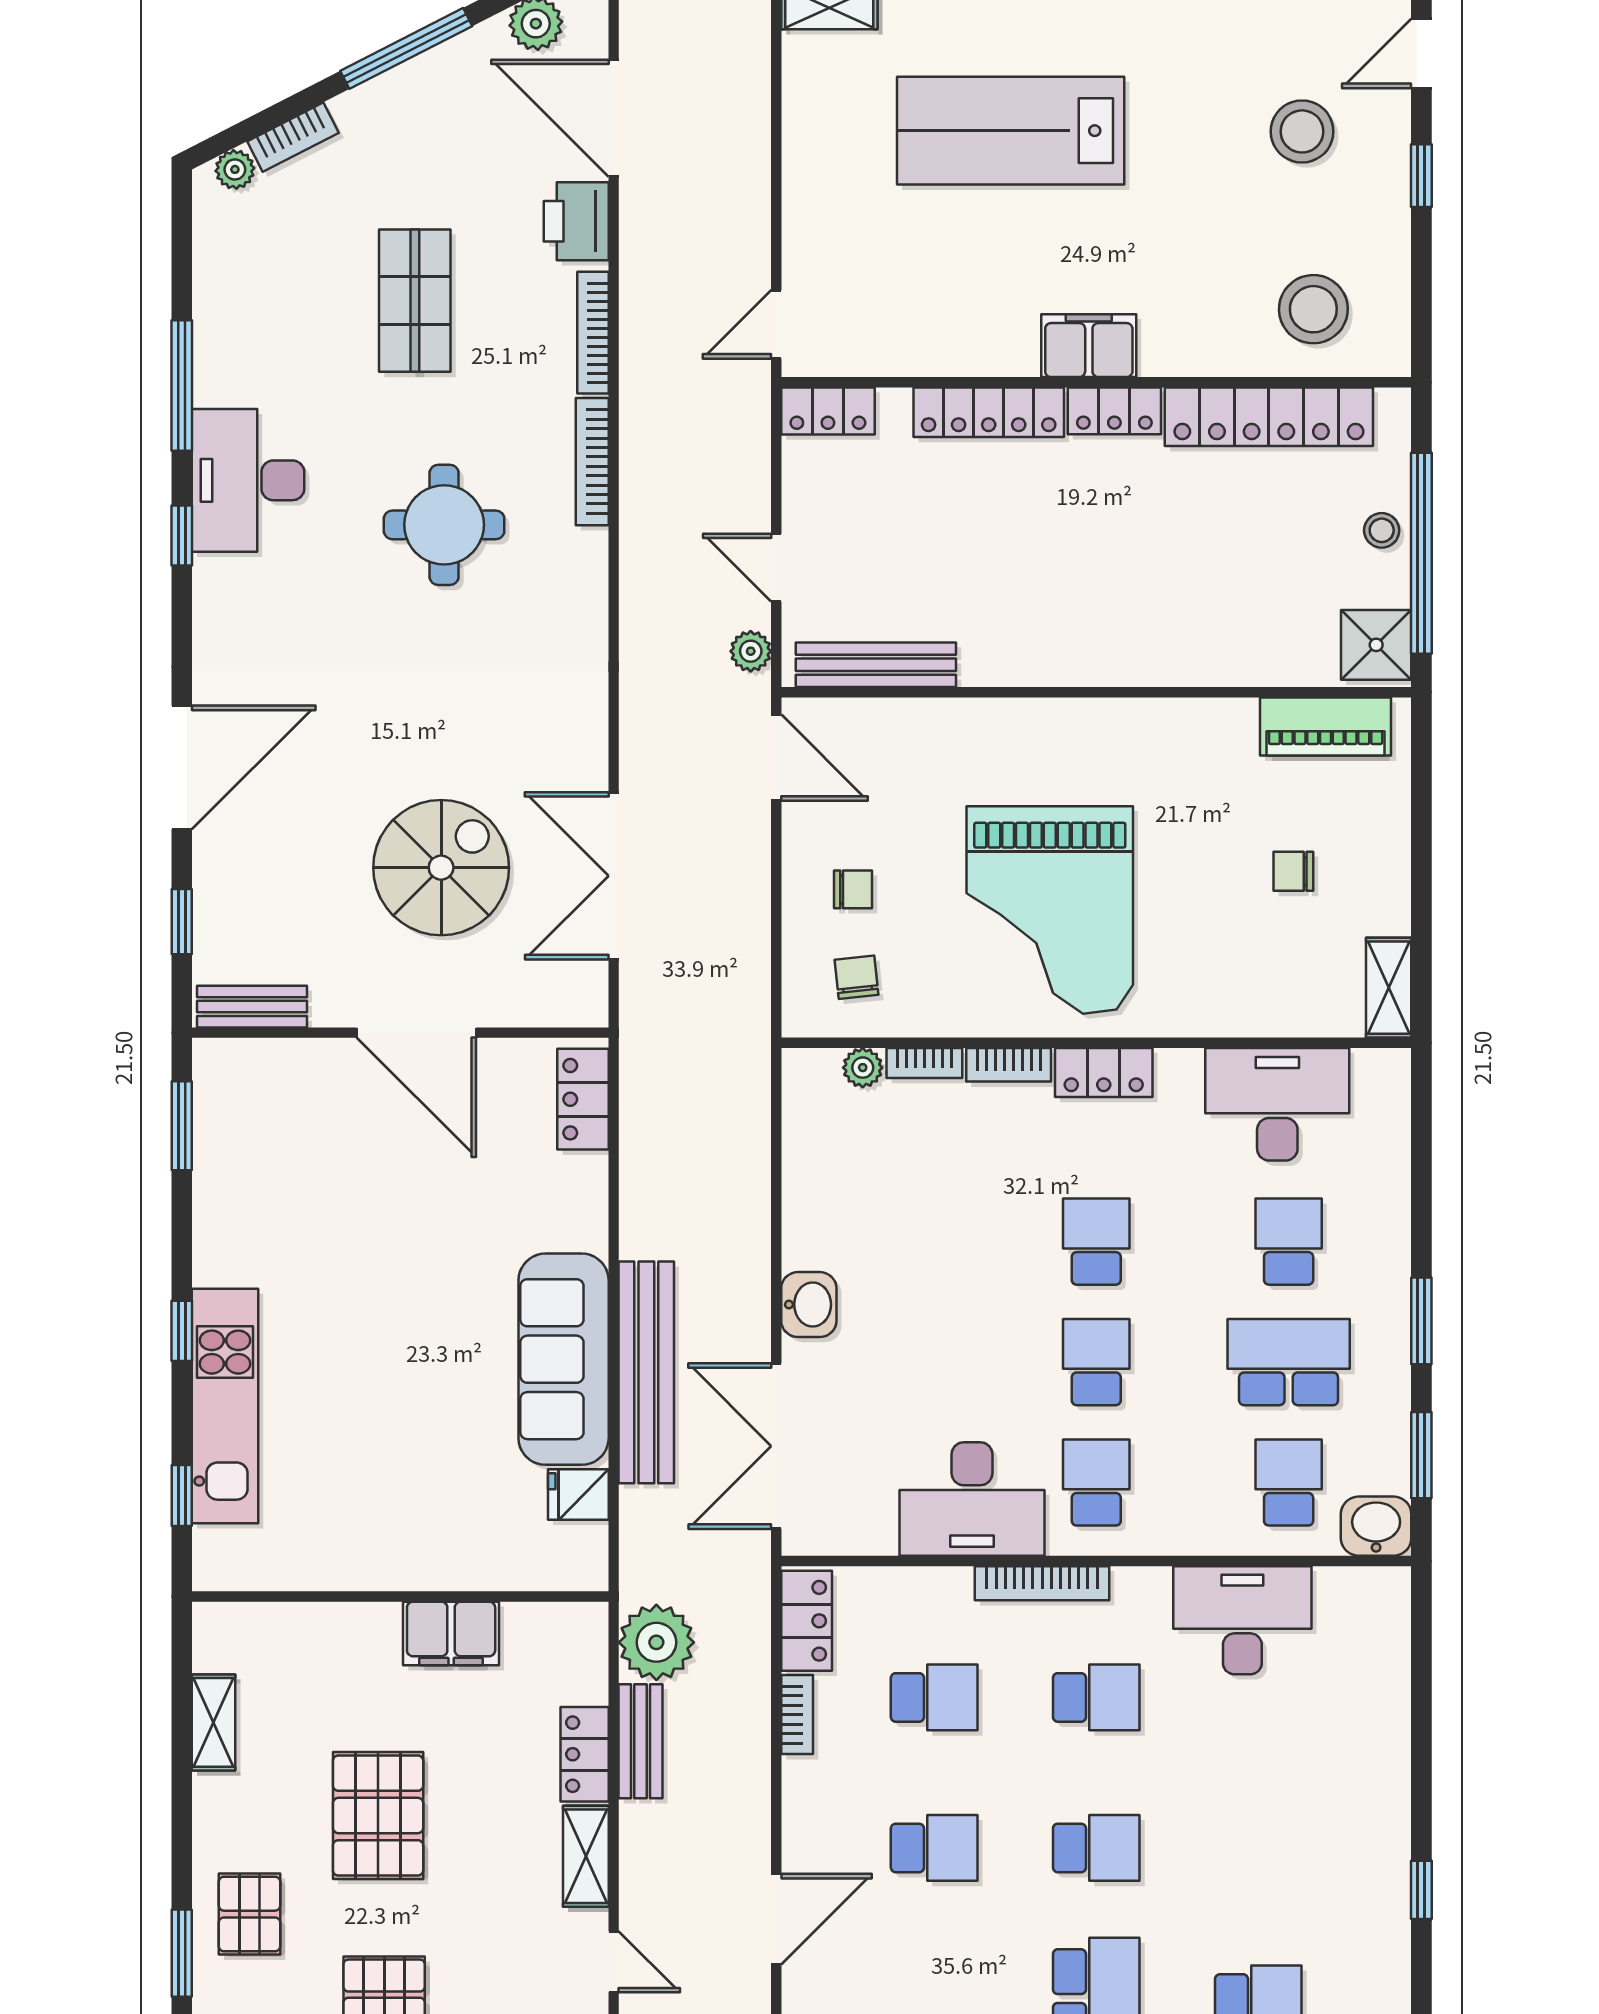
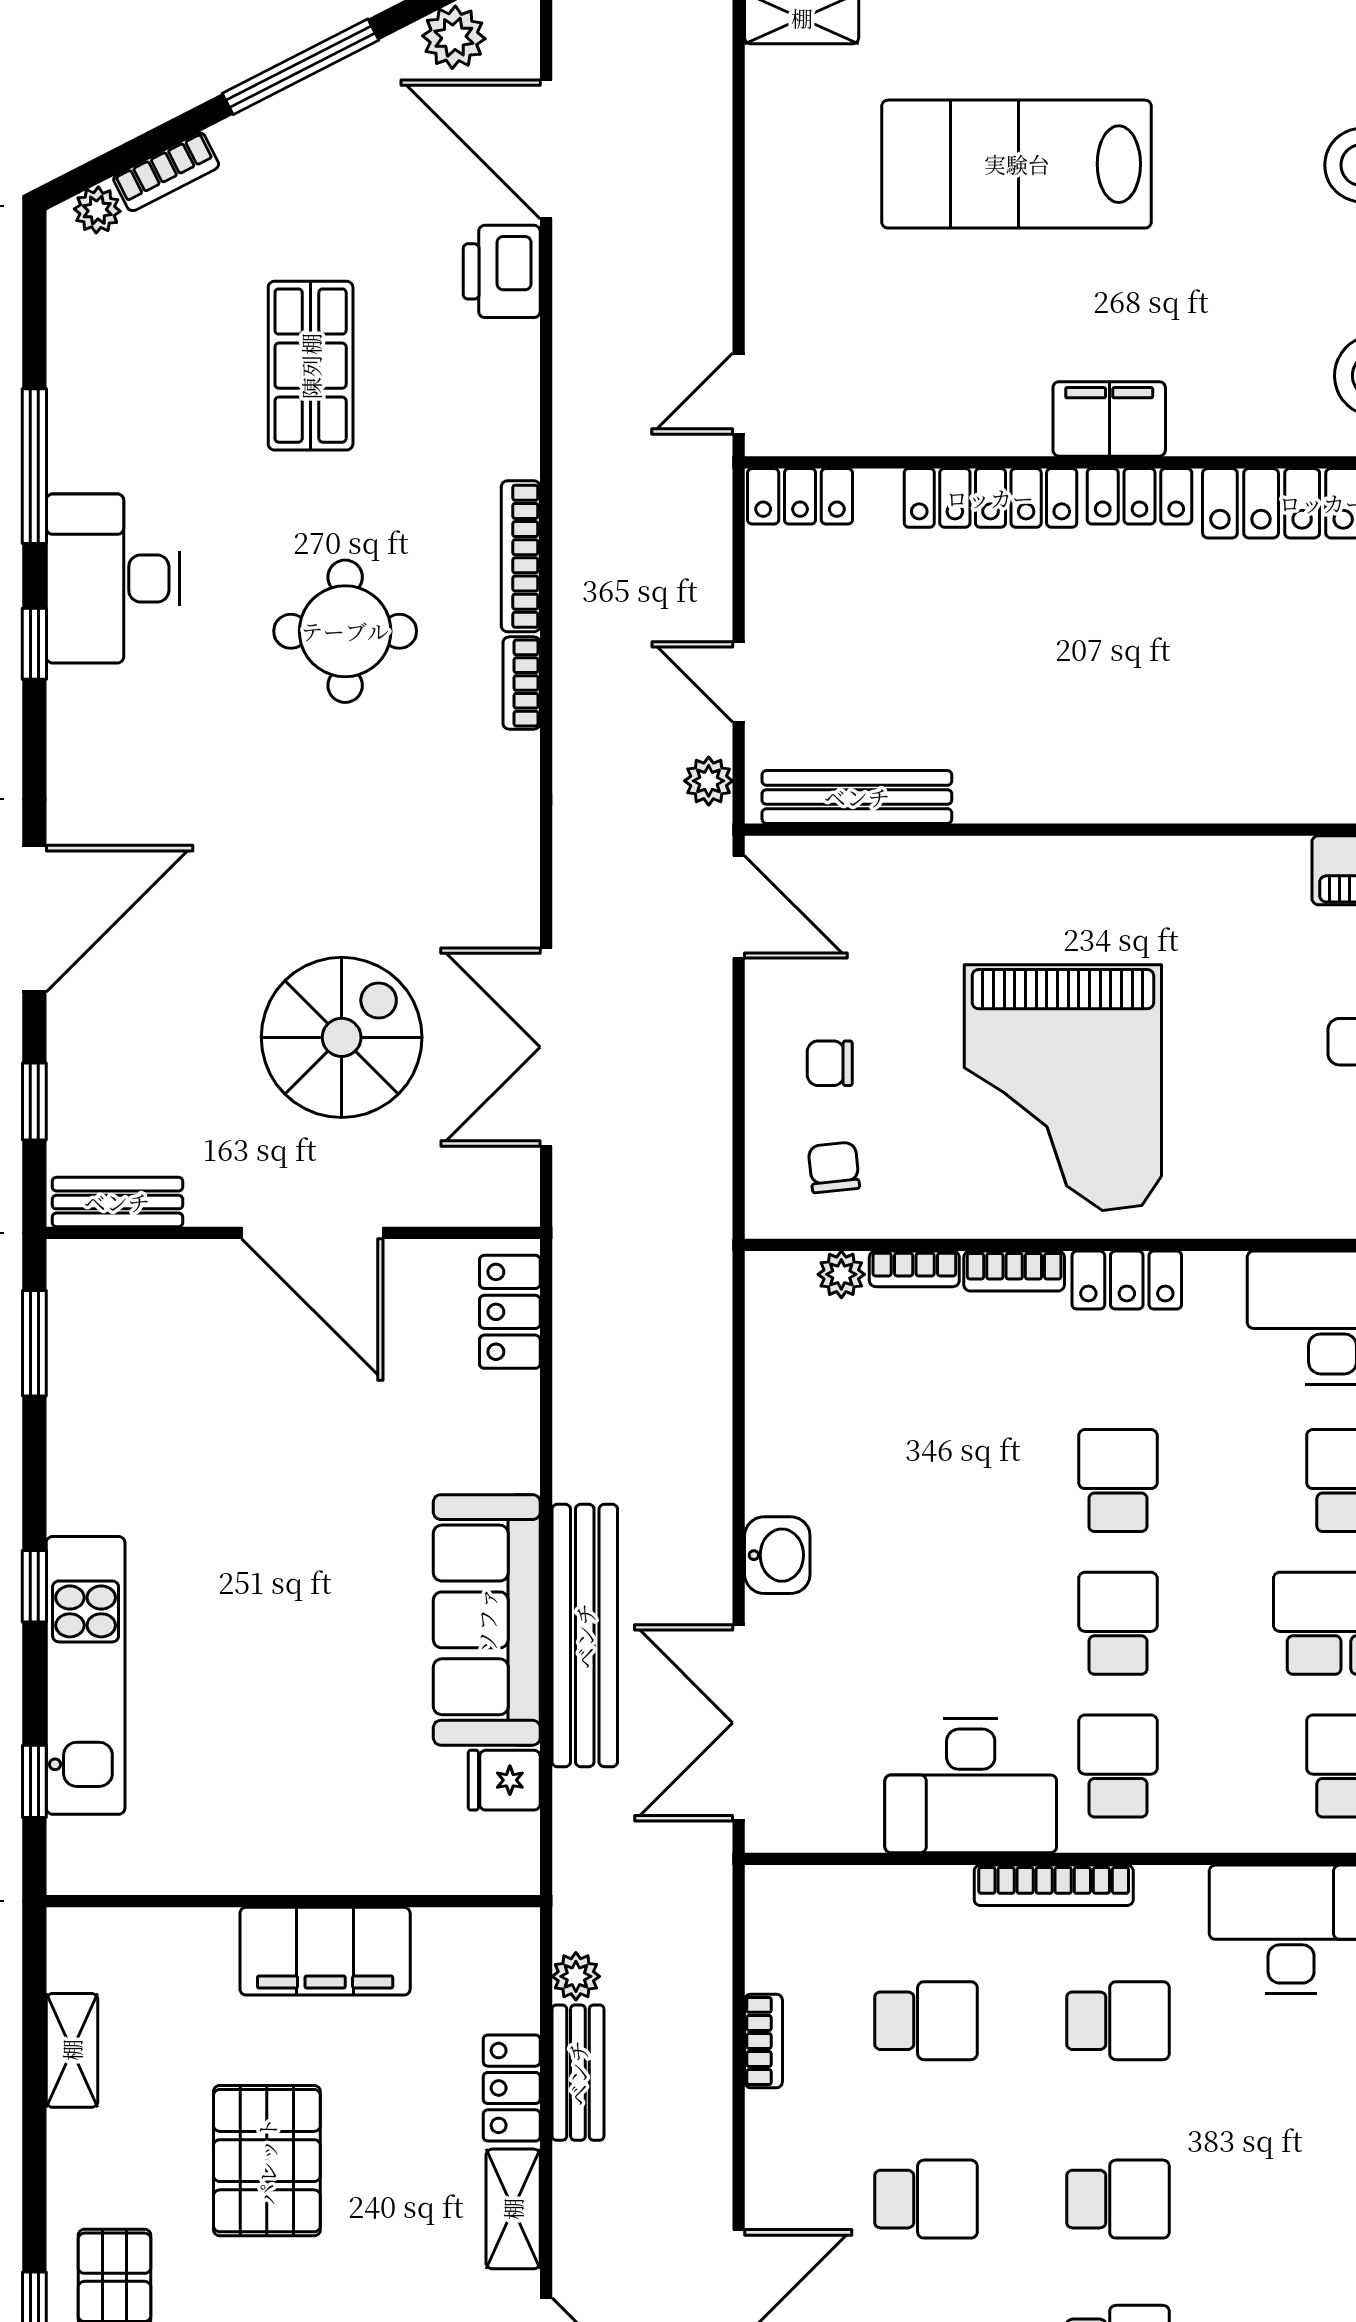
bookcase: (593, 333) -> (522, 683), moved, width x0.64
chair: (853, 889) -> (830, 1063), turned 180
locker: (807, 1621) -> (775, 1930), removed
filing cabinet: (451, 1633) -> (325, 1951), width x1.50, depth x1.17
plant: (656, 1642) -> (576, 1976), width x0.53, depth x0.53

